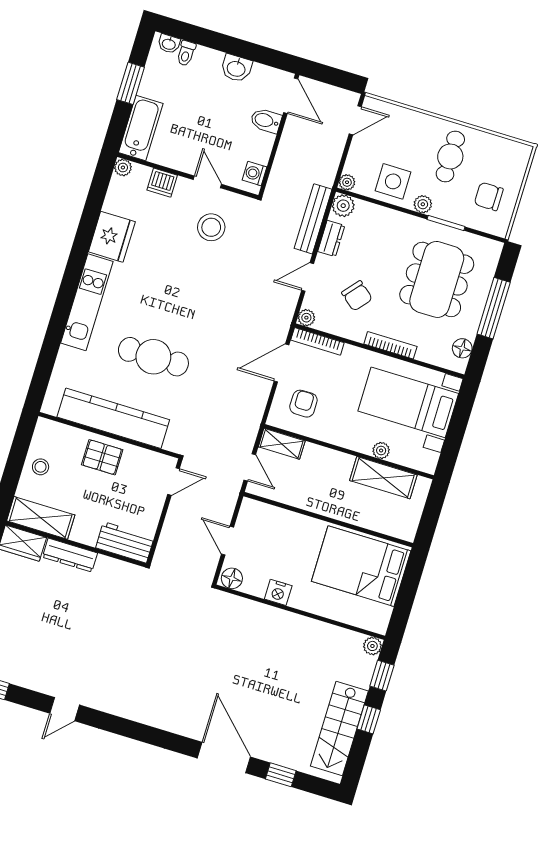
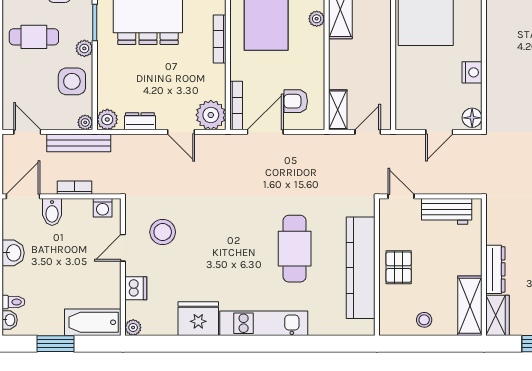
bookcase: (284, 151) -> (75, 188), added
bench: (313, 219) -> (79, 143), moved
chair: (357, 296) -> (184, 83), removed
plant: (306, 318) -> (211, 115), width x1.87, depth x1.87
door: (281, 363) -> (265, 132), swing flipped
workbench: (125, 542) -> (447, 211), moved, turned -90

